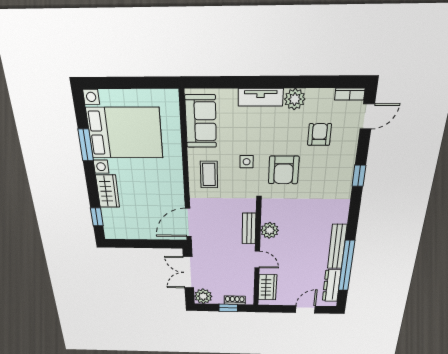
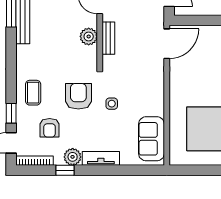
window: (305, 82) -> (65, 170), added
bookcase: (350, 94) -> (35, 161), width x1.56
coffee table: (209, 175) -> (33, 93), moved
window: (359, 176) -> (11, 113), moved

